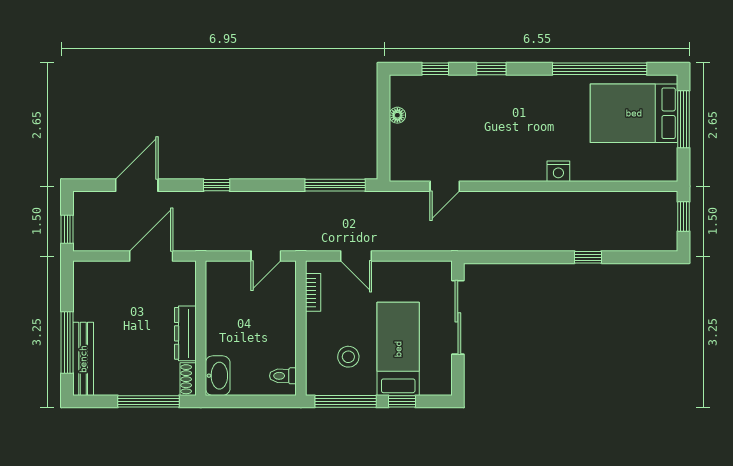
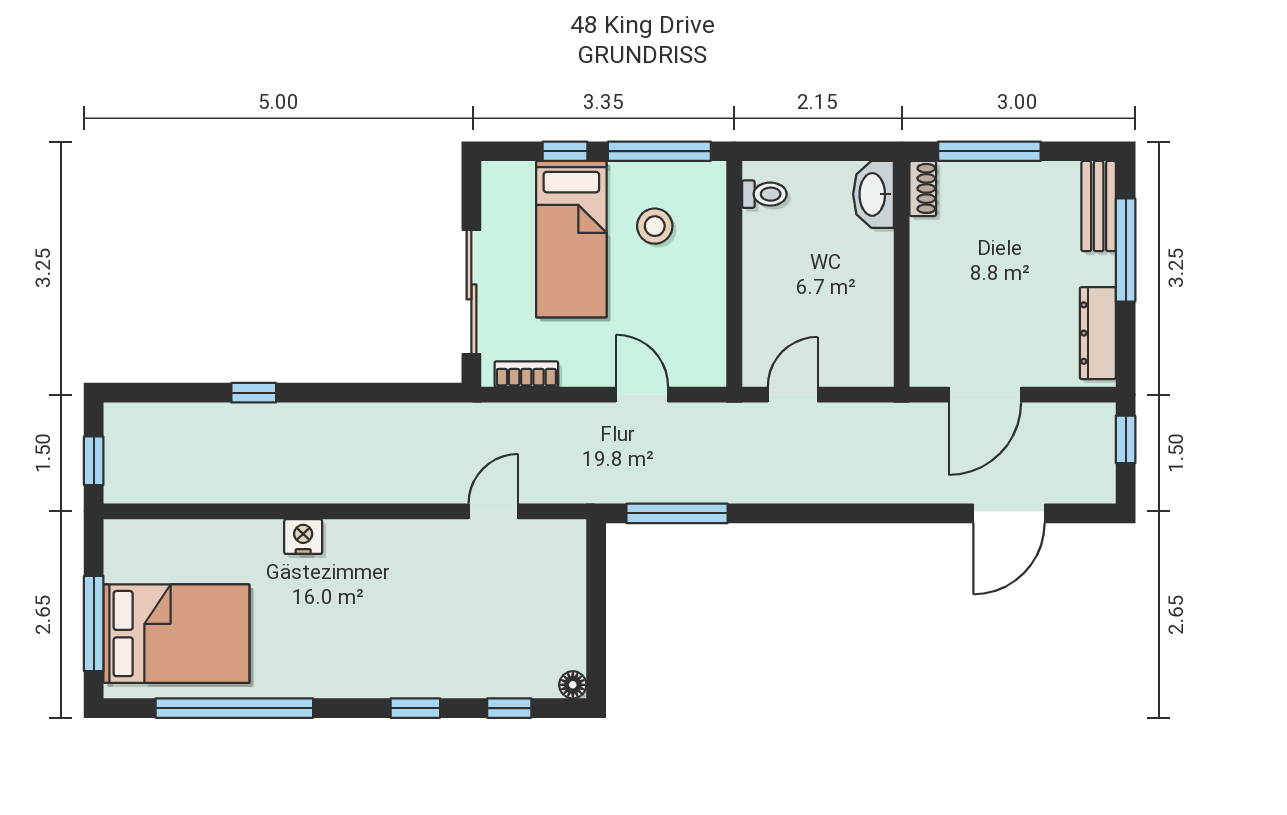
floor lamp: (397, 115) -> (573, 685), moved
window: (217, 185) -> (875, 513), removed
bookcase: (313, 292) -> (526, 374), moved, turned 90
dresser: (185, 333) -> (1098, 333), moved, turned 180
bench: (83, 359) -> (1099, 206), width x0.73

